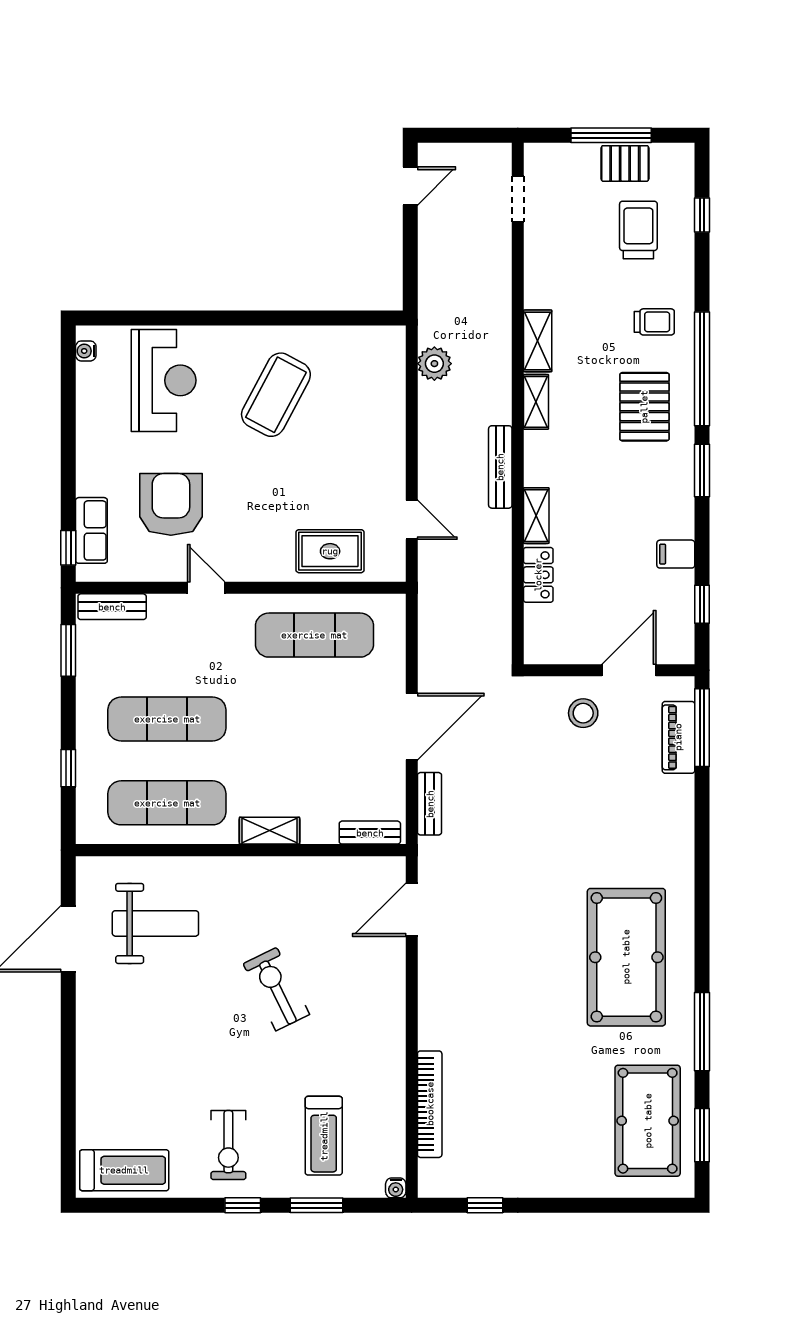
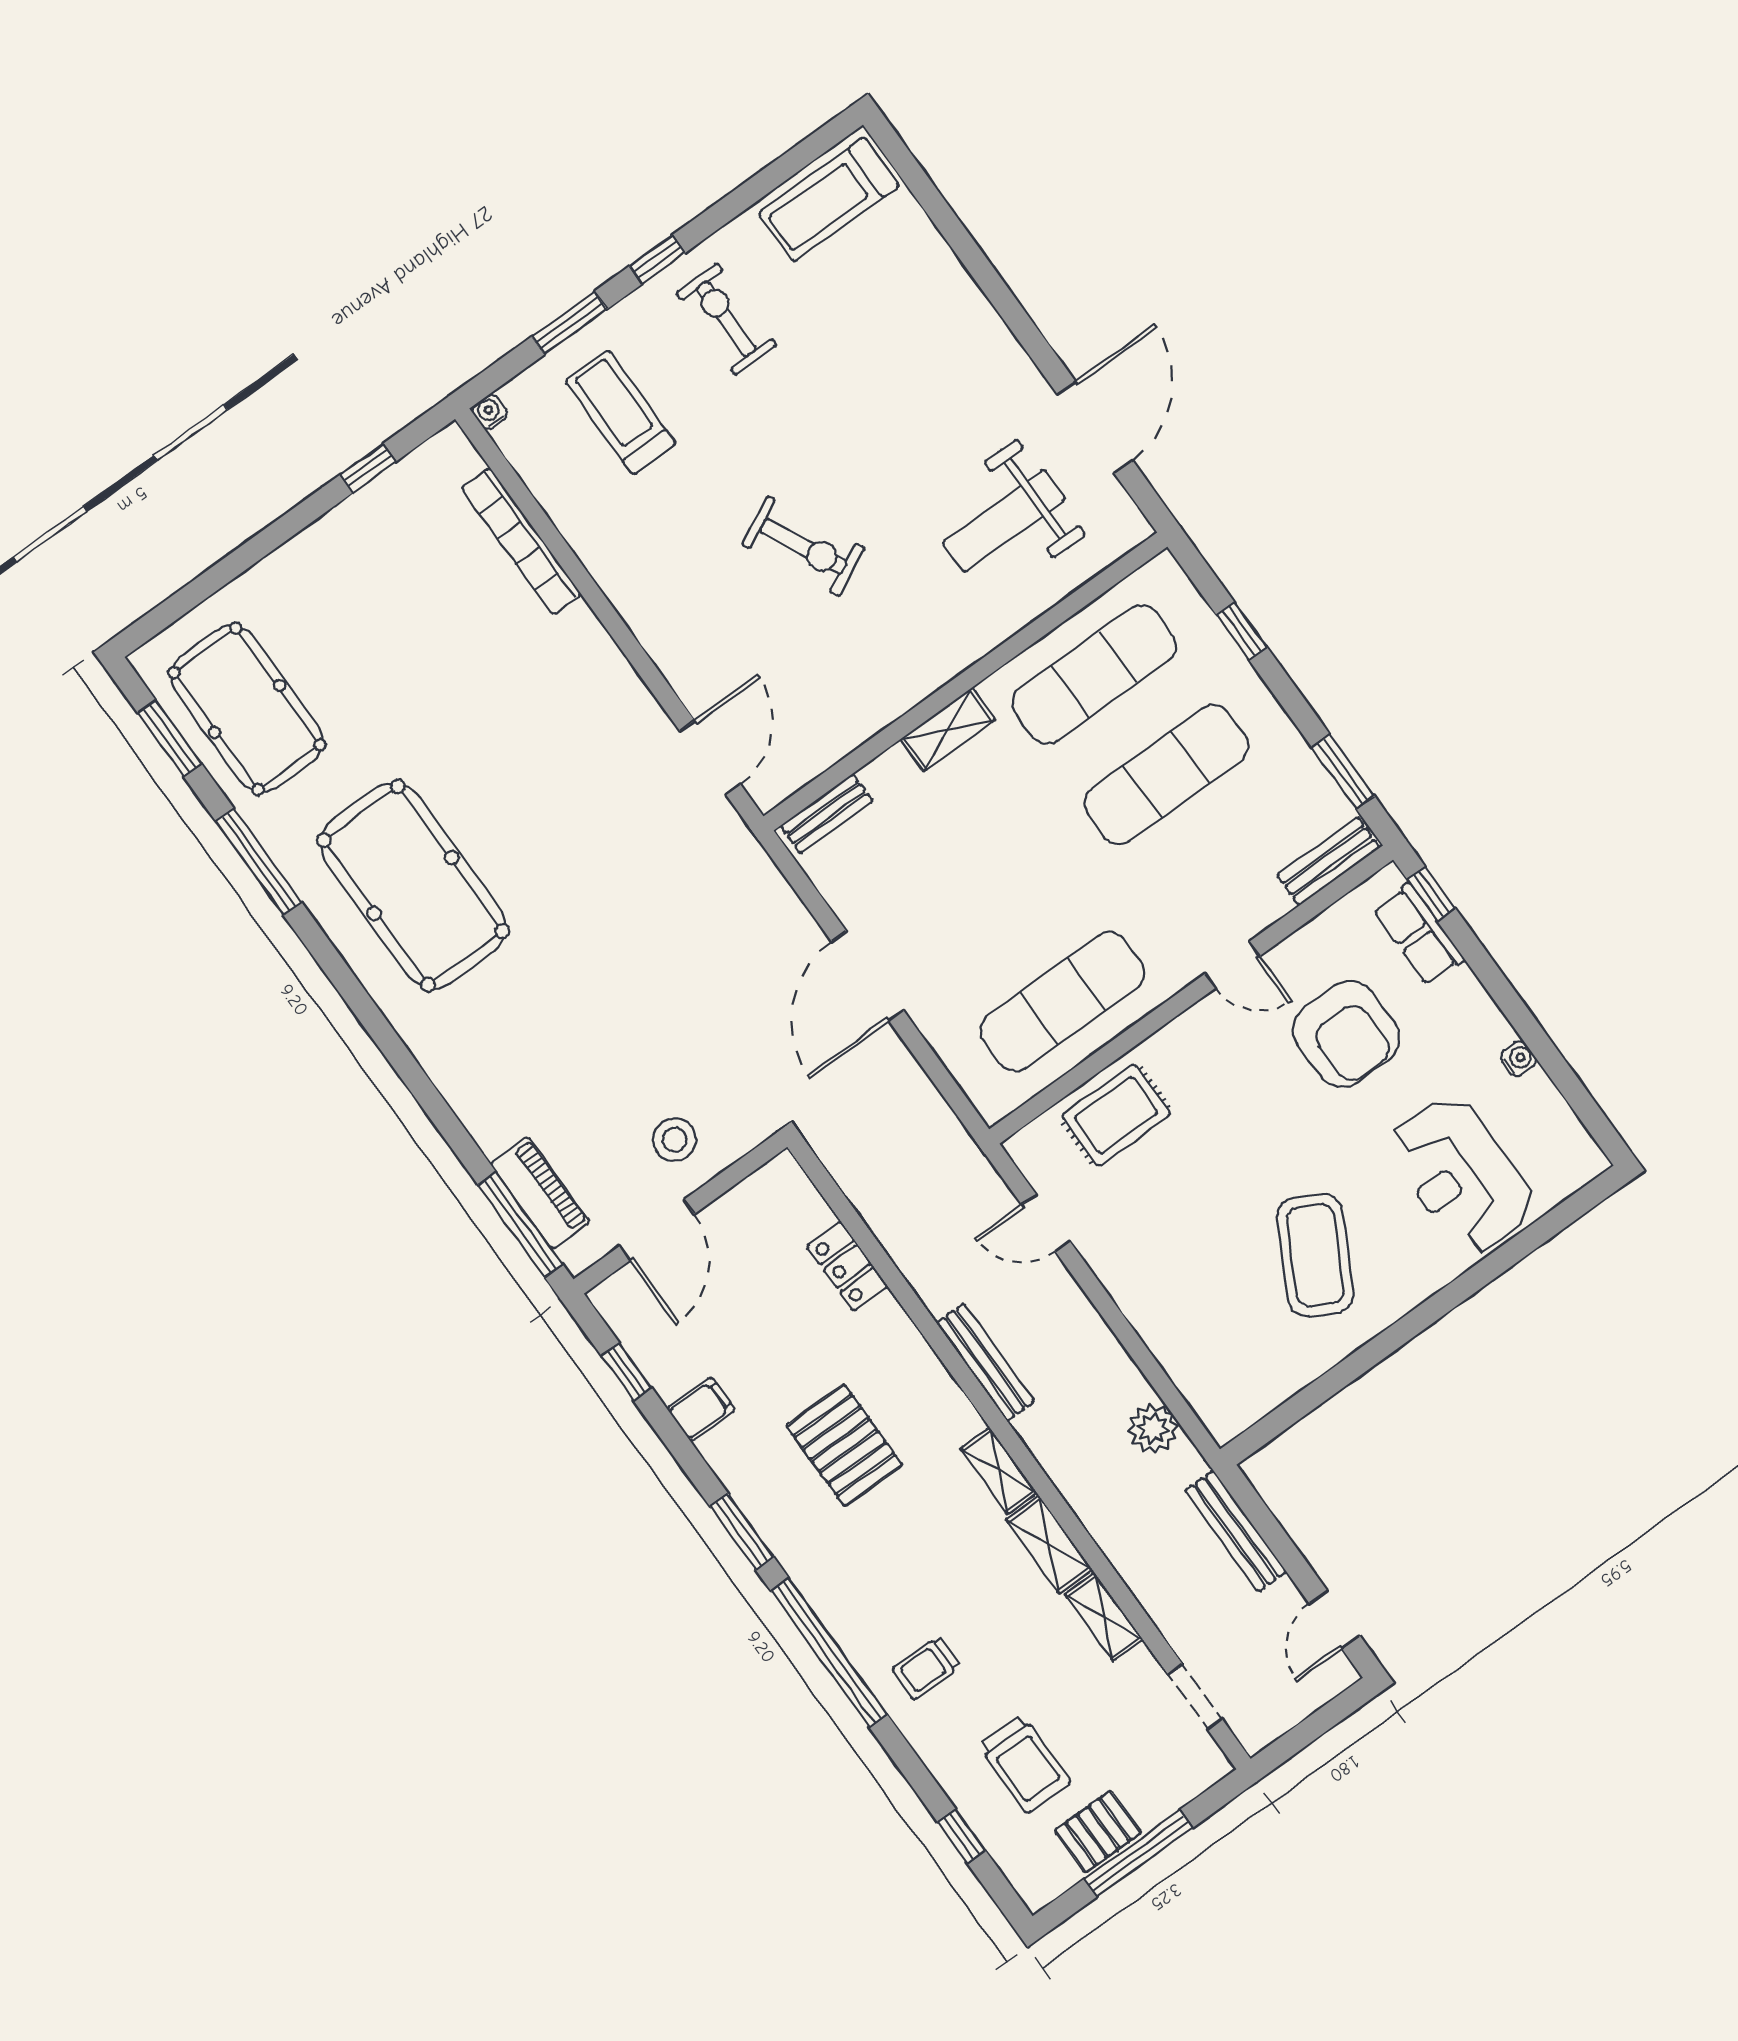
water cooler: (86, 351) -> (1518, 1059), moved
pallet: (644, 407) -> (844, 1445), moved
shelving: (536, 516) -> (1104, 1617), moved
bench: (430, 804) -> (1236, 1531), moved, width x1.36

